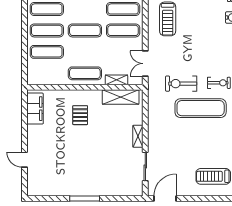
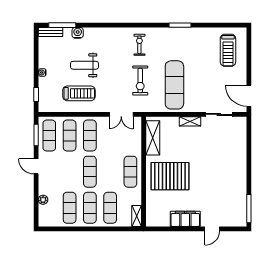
weight bench: (197, 25) -> (85, 65), added
shelving: (116, 80) -> (137, 216), moved
exercise mat: (201, 108) -> (174, 85), moved
filing cabinet: (35, 109) -> (185, 219), moved
pallet: (80, 115) -> (170, 176), width x2.05, depth x2.00
window: (85, 198) -> (249, 209), moved

